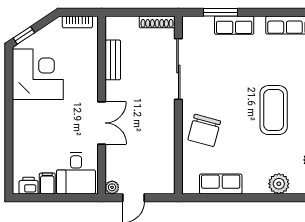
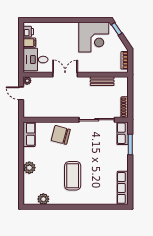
row of seats: (234, 25) -> (123, 133), moved
coffee table: (274, 110) -> (73, 176), turned 90
double door: (102, 123) -> (65, 75), swing flipped
row of seats: (221, 184) -> (29, 134), moved
plant: (279, 184) -> (29, 168), moved

